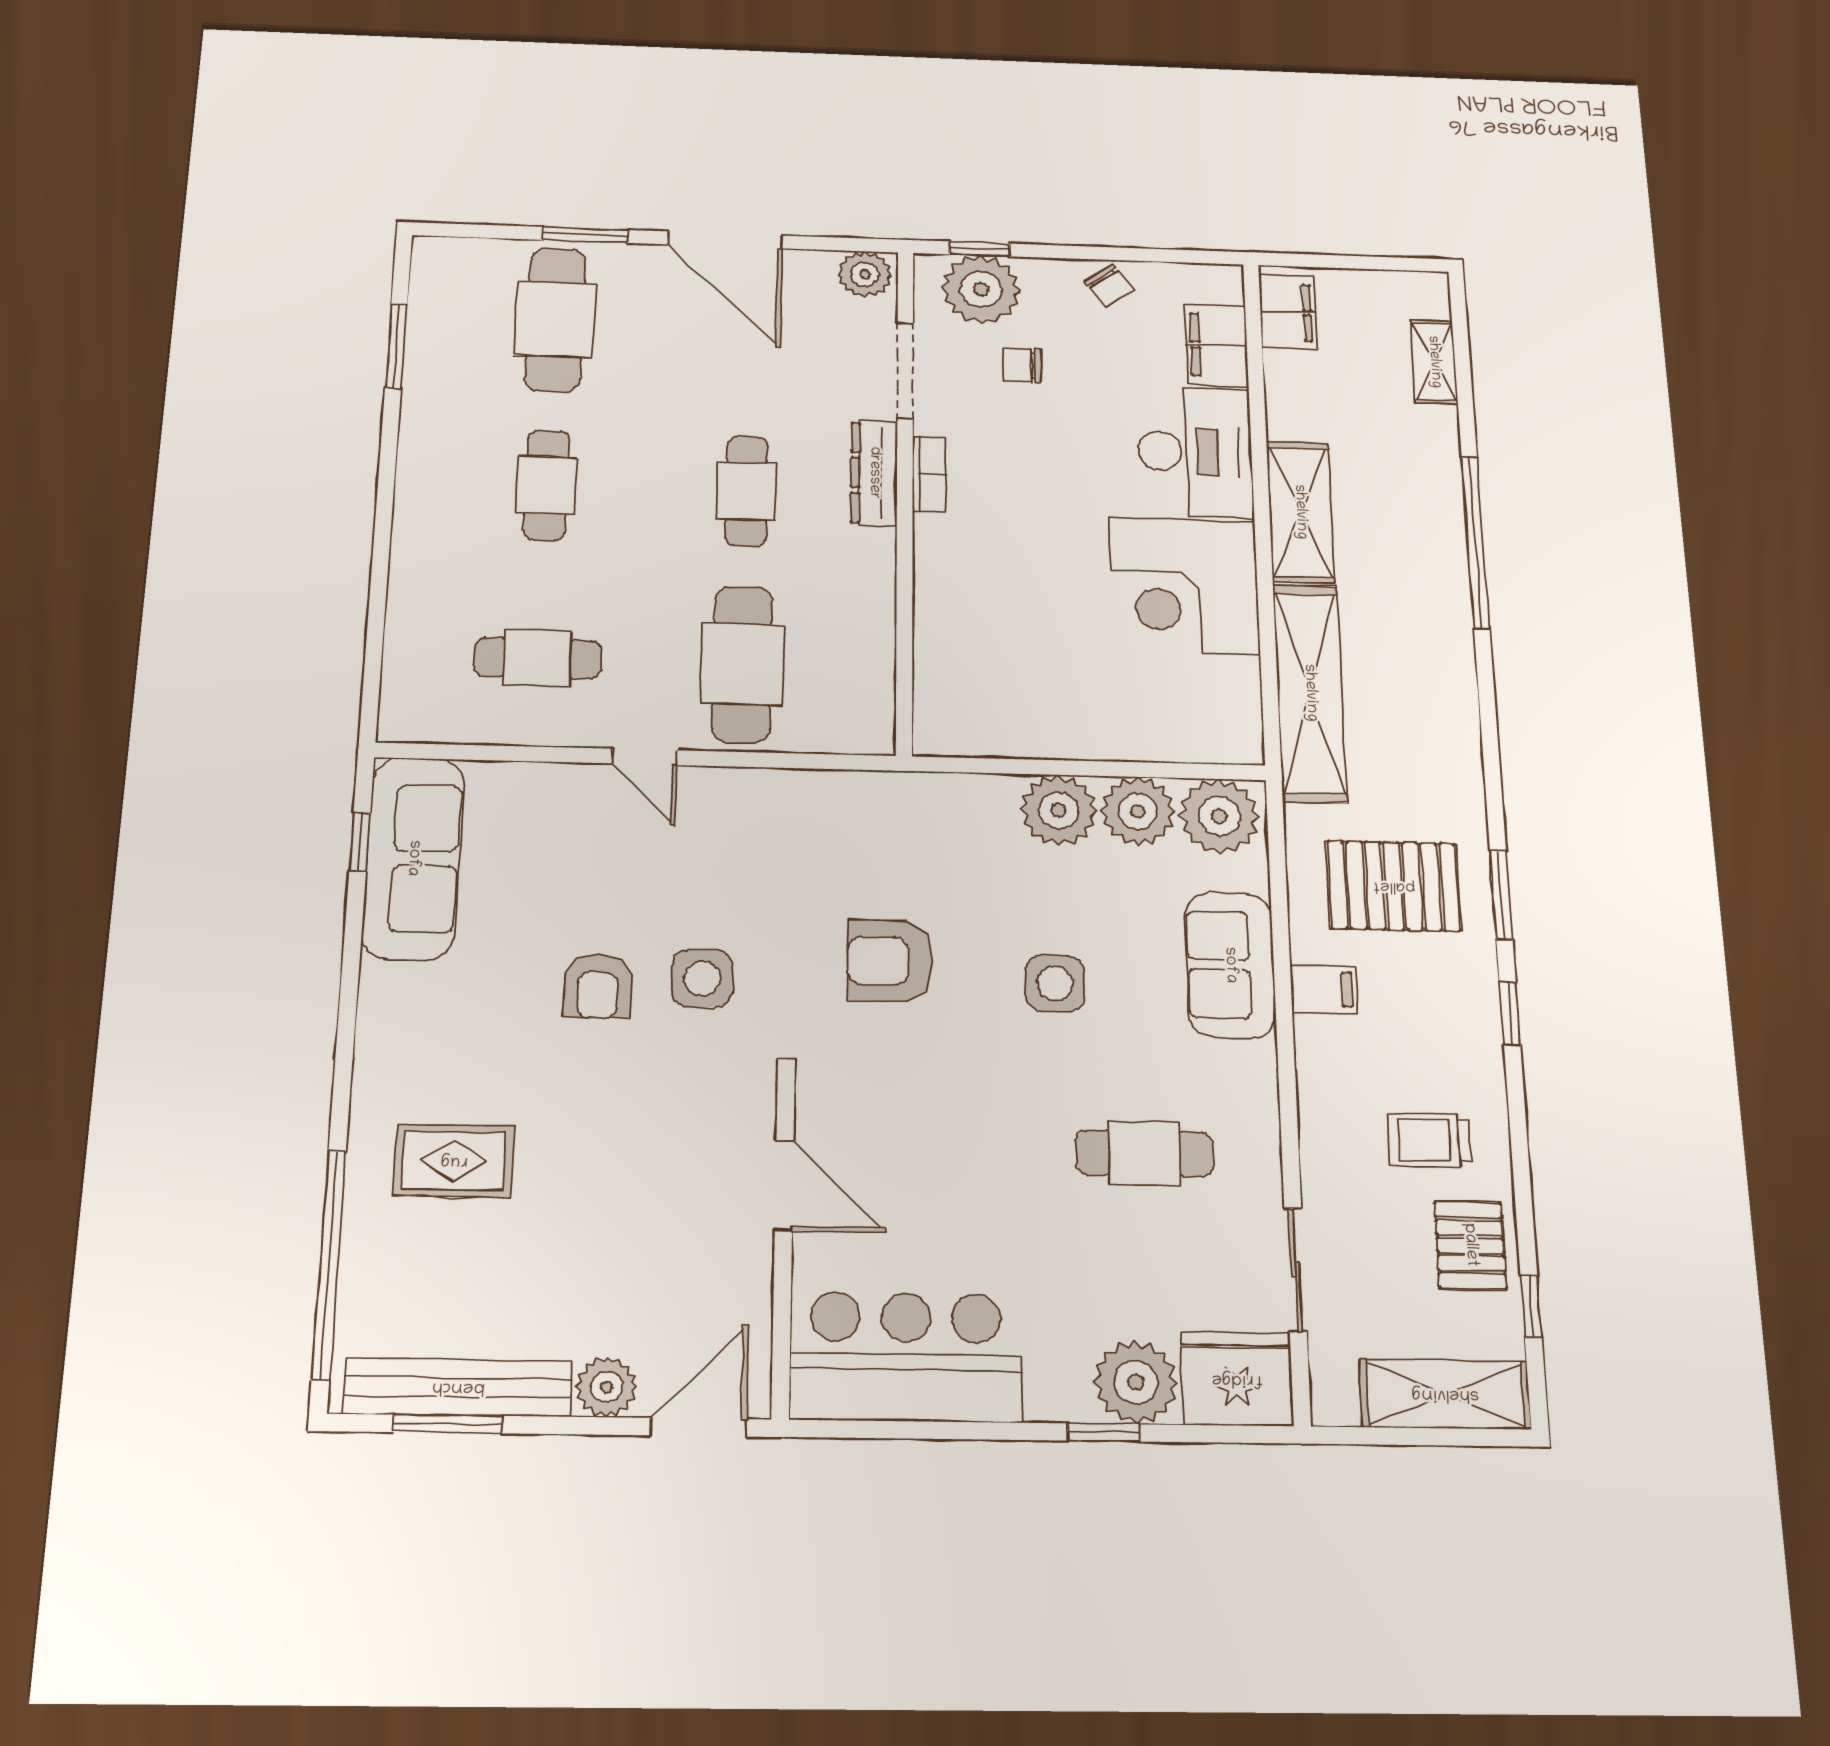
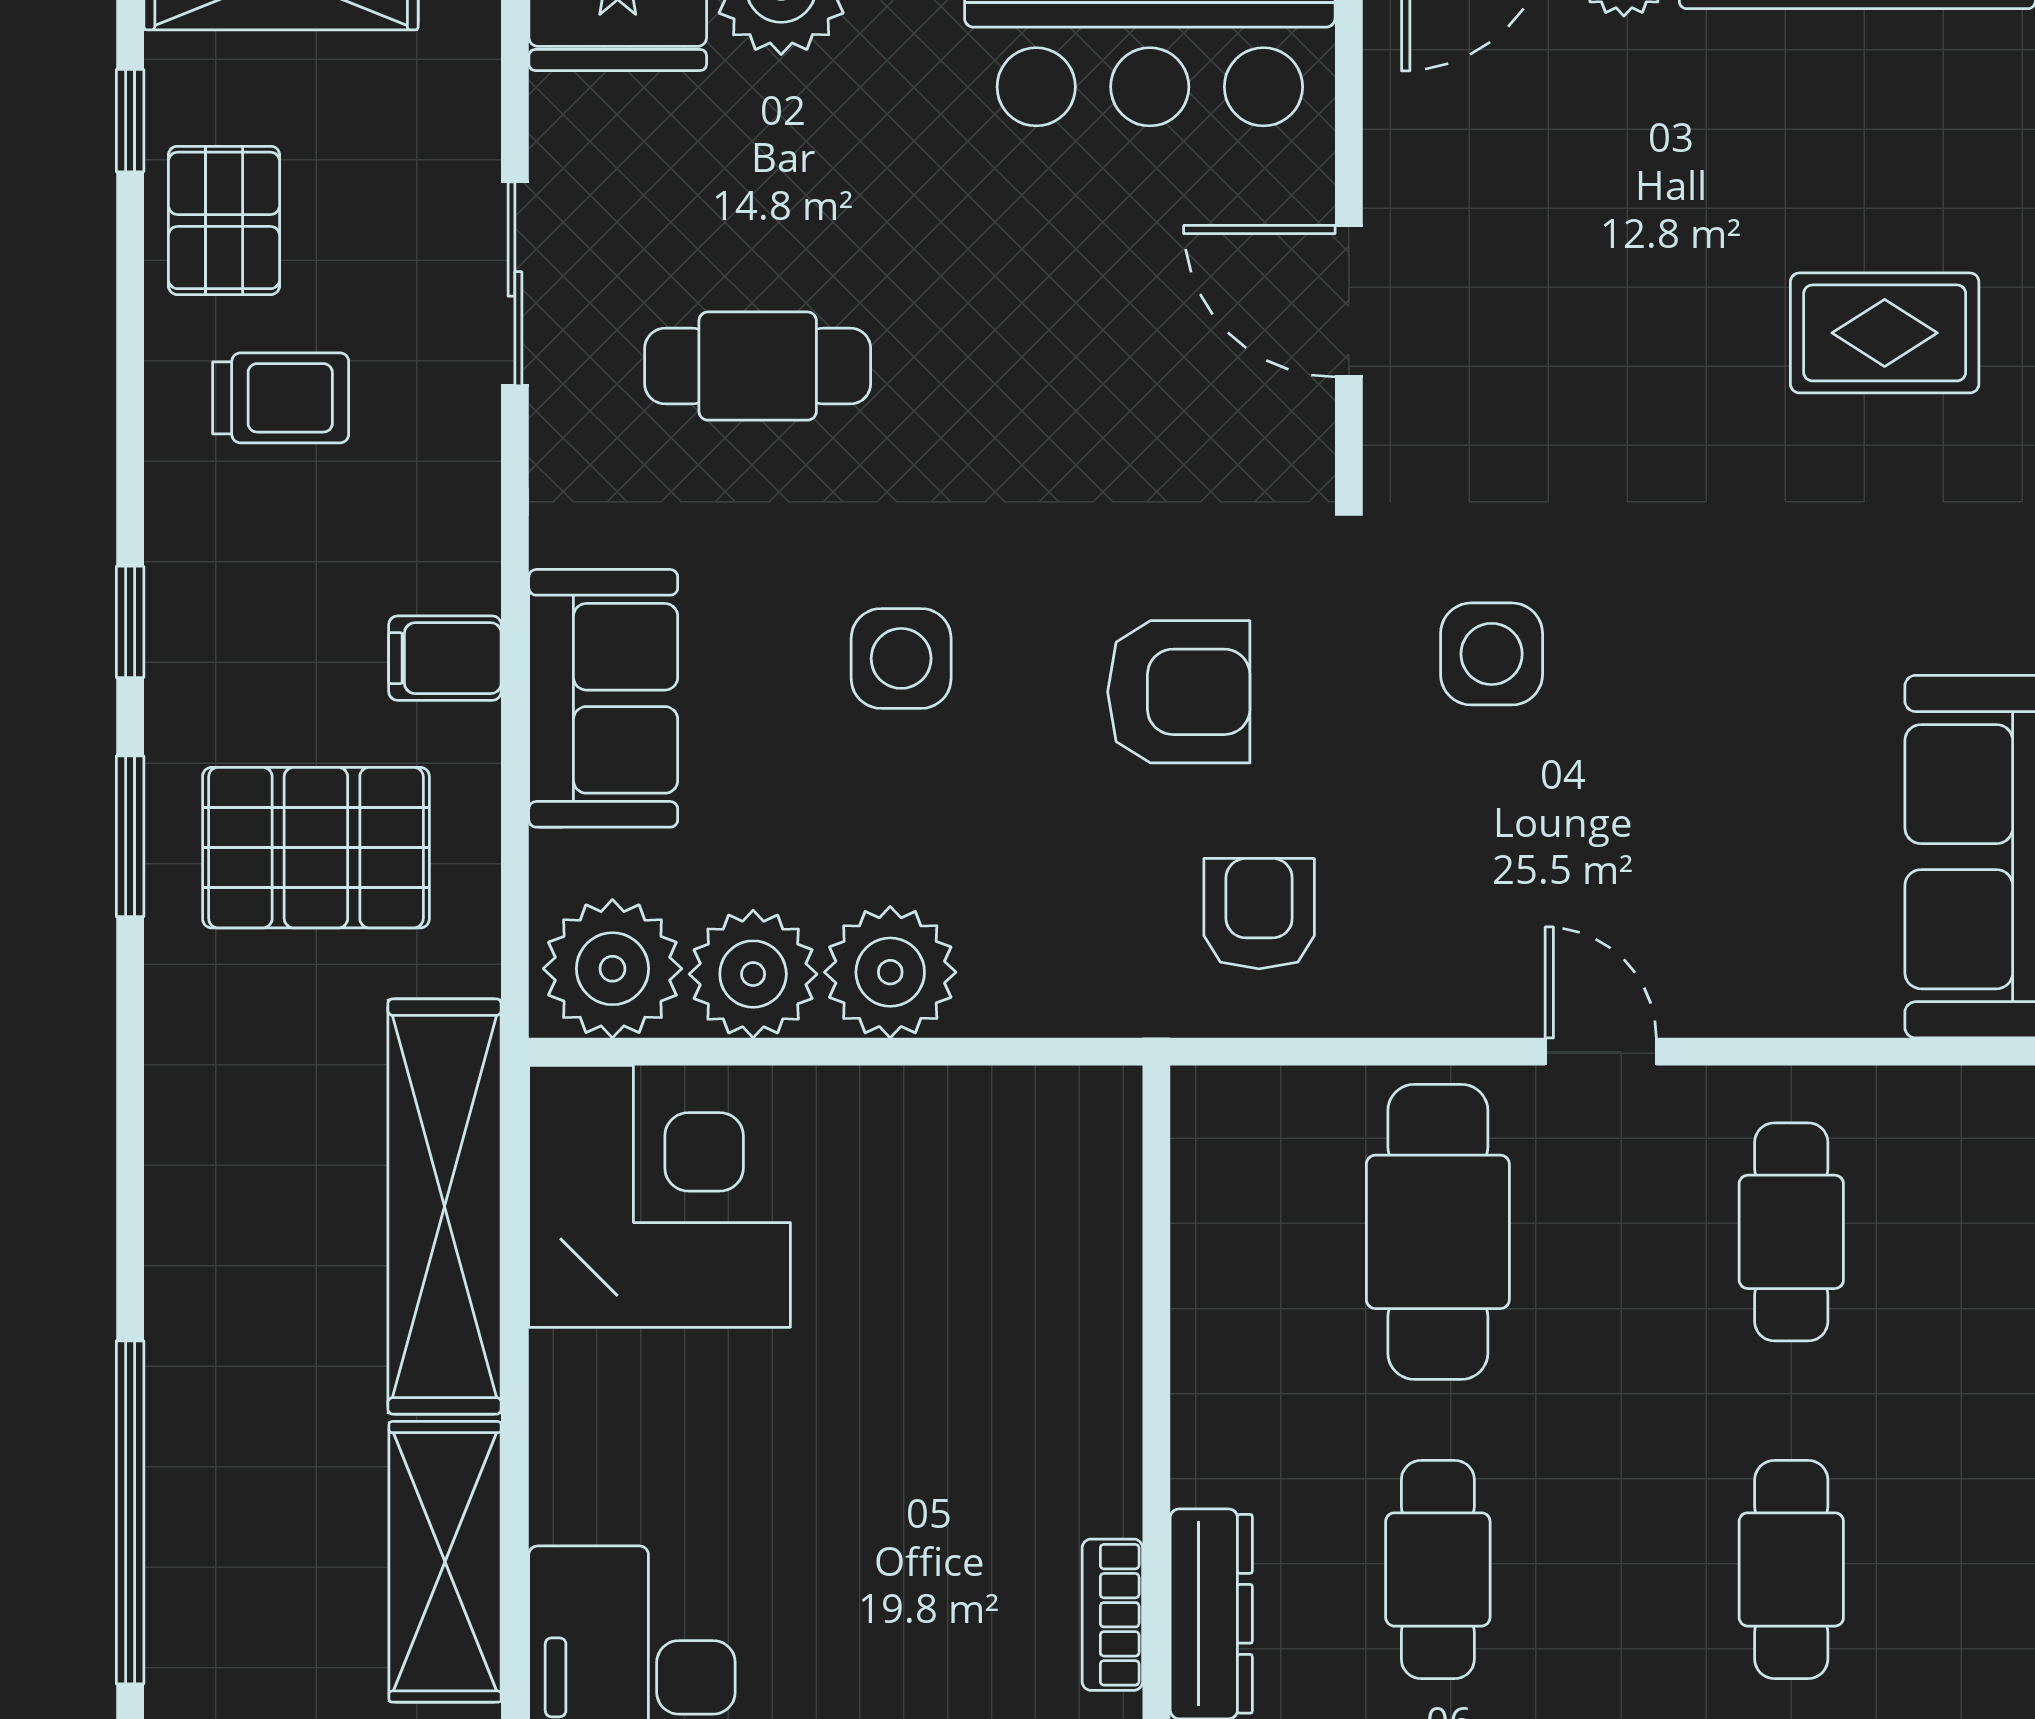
corner desk: (1184, 586) -> (660, 1196), moved
cafe table: (538, 658) -> (1791, 1232), turned 90
armchair: (598, 986) -> (1259, 914), moved
sliding door: (1295, 1269) -> (515, 284), moved

